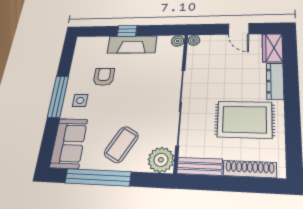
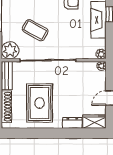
dresser: (275, 81) -> (72, 123), width x0.70
coffee table: (121, 144) -> (35, 30), moved

